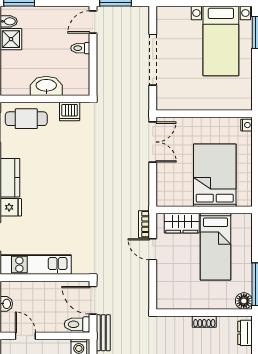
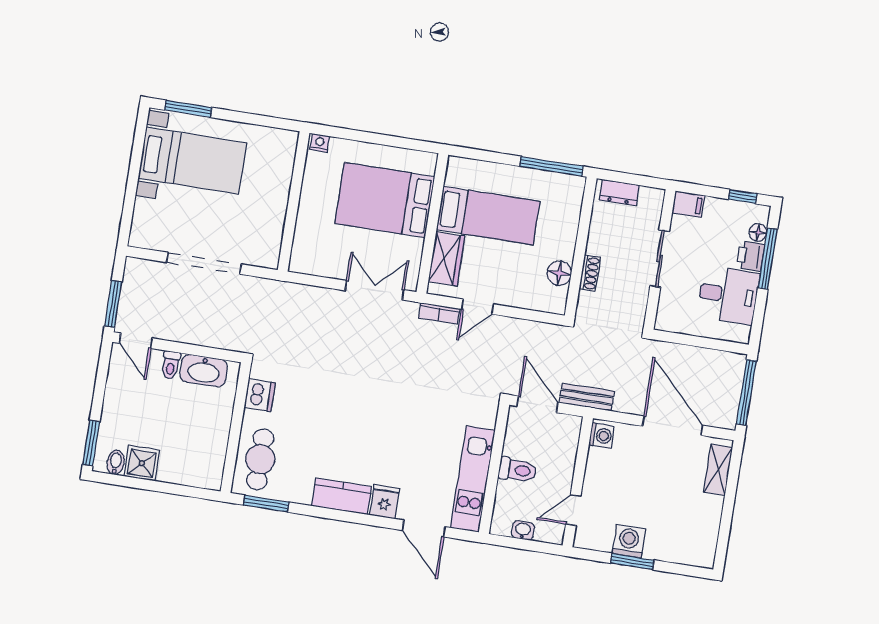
washbasin: (46, 86) -> (204, 371), moved, turned -90
double door: (153, 142) -> (374, 290), moved
door: (93, 300) -> (537, 404), swing flipped
floor lamp: (244, 301) -> (559, 273), moved
shoe rack: (204, 322) -> (590, 273), moved
toilet: (77, 324) -> (518, 470), moved, turned -90

